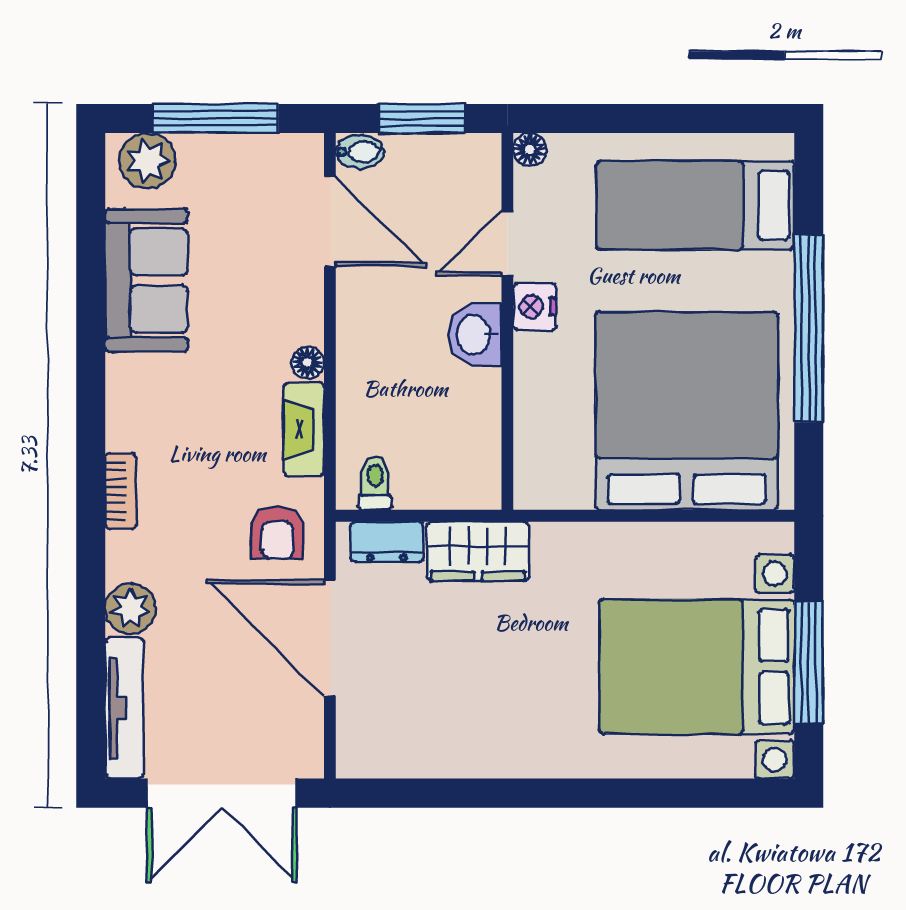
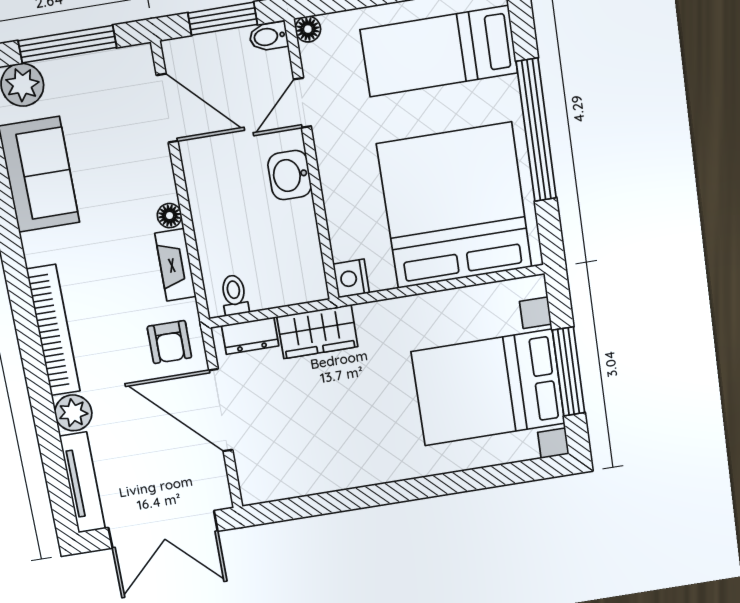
bidet: (360, 152) -> (269, 37), moved, turned 180
nightstand: (535, 307) -> (351, 278), moved
bookcase: (121, 491) -> (53, 330), width x2.31, depth x1.31

